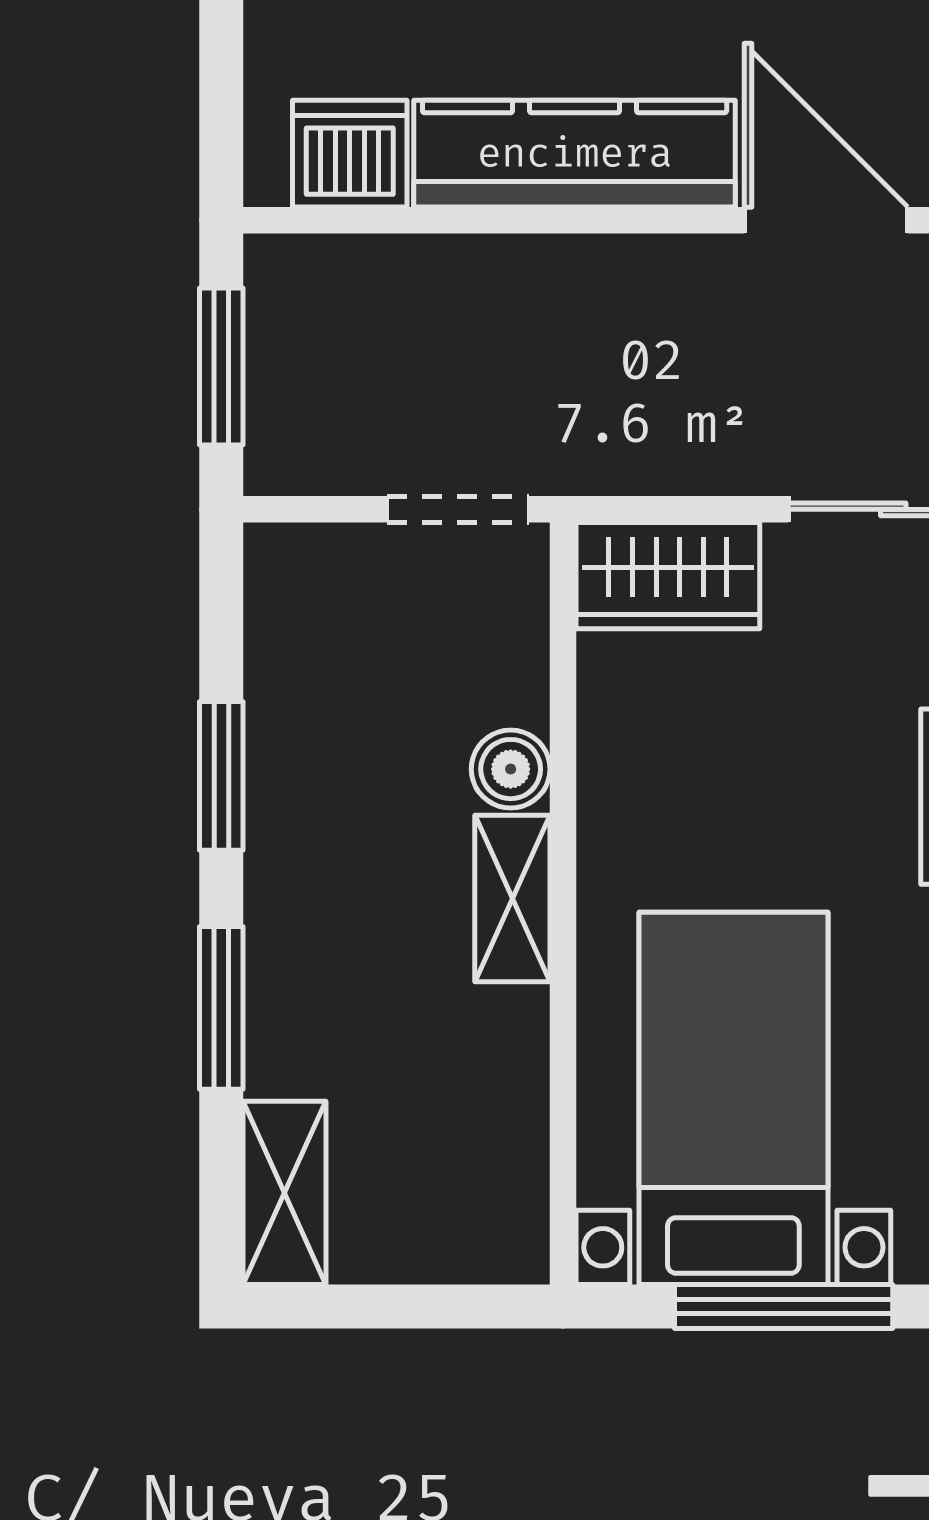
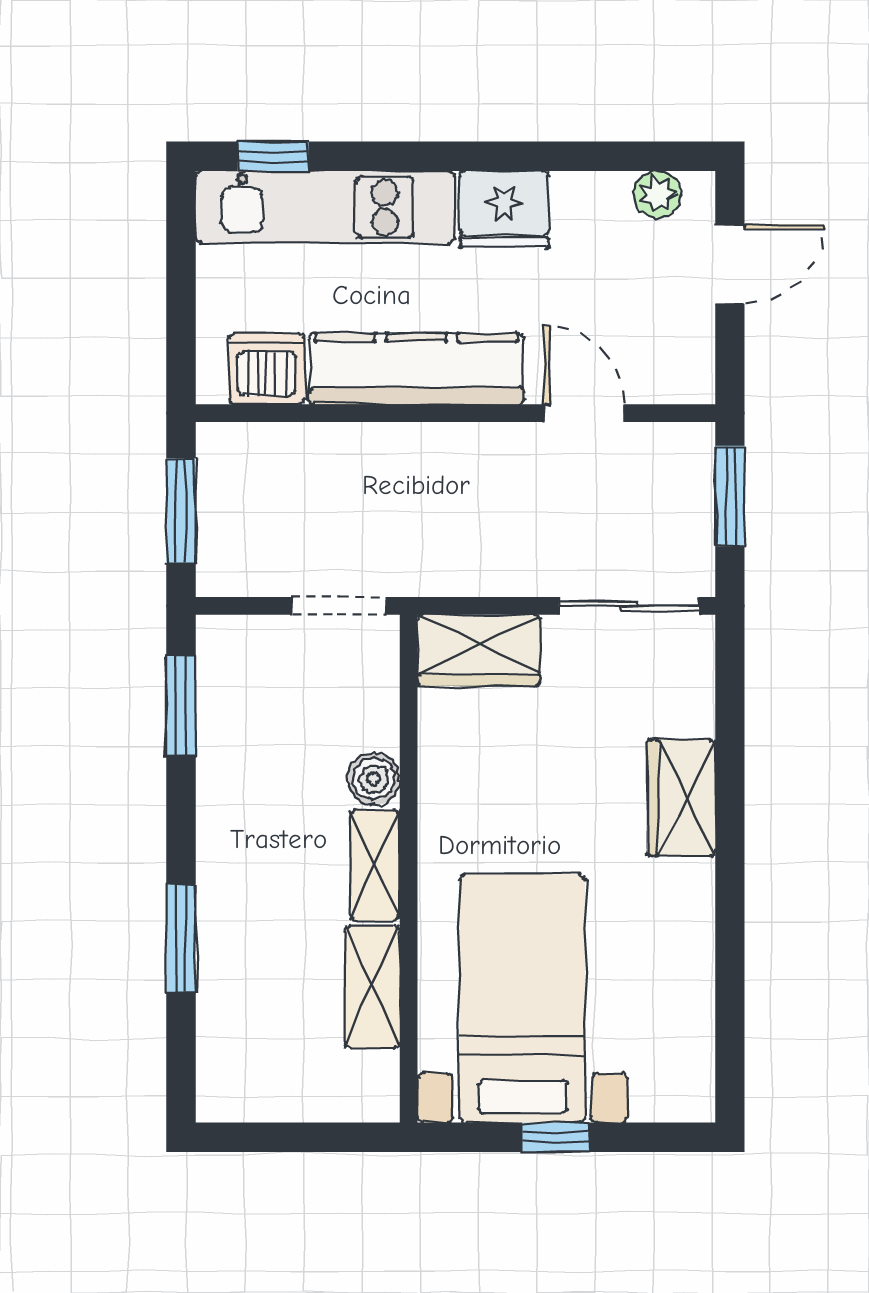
door: (826, 220) -> (584, 413), width x0.73
window: (221, 776) -> (181, 705), moved
shelving: (285, 1193) -> (372, 987), moved
window: (784, 1306) -> (556, 1137), width x0.46

